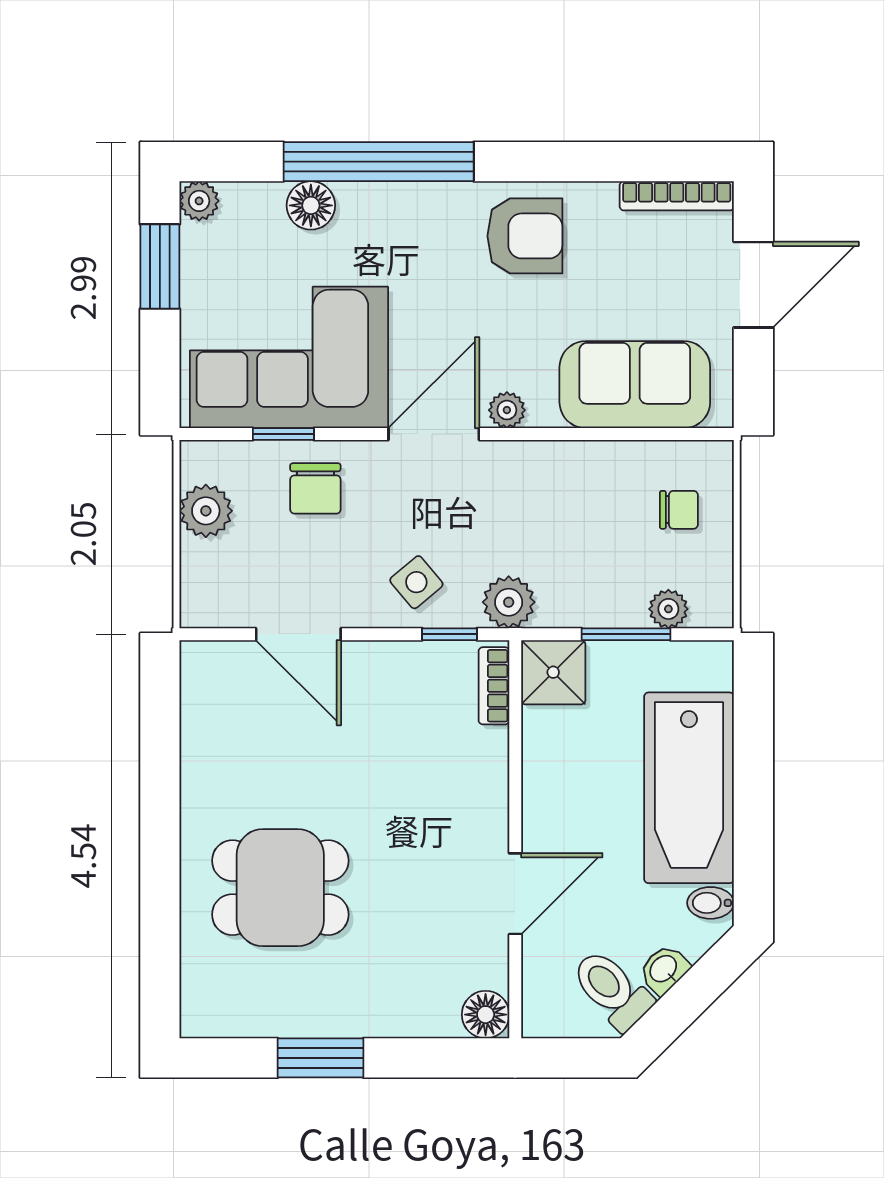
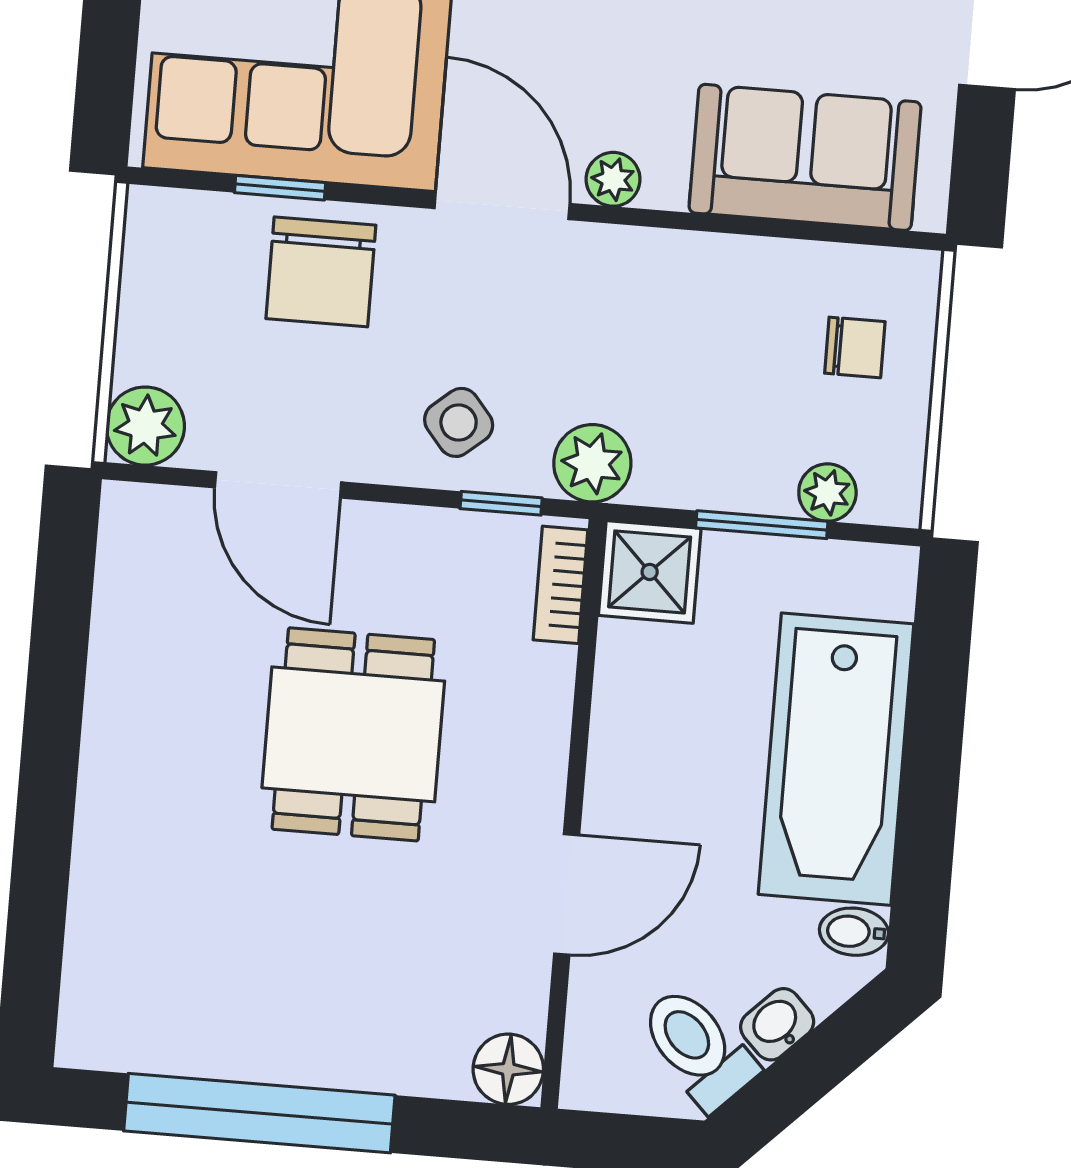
door: (434, 434) -> (502, 206), hinge flipped
chair: (315, 488) -> (321, 272), width x1.37, depth x1.37
plant: (206, 511) -> (145, 426), moved
dining table: (280, 888) -> (353, 734), moved, turned 90
window: (321, 1058) -> (259, 1113), width x2.11

